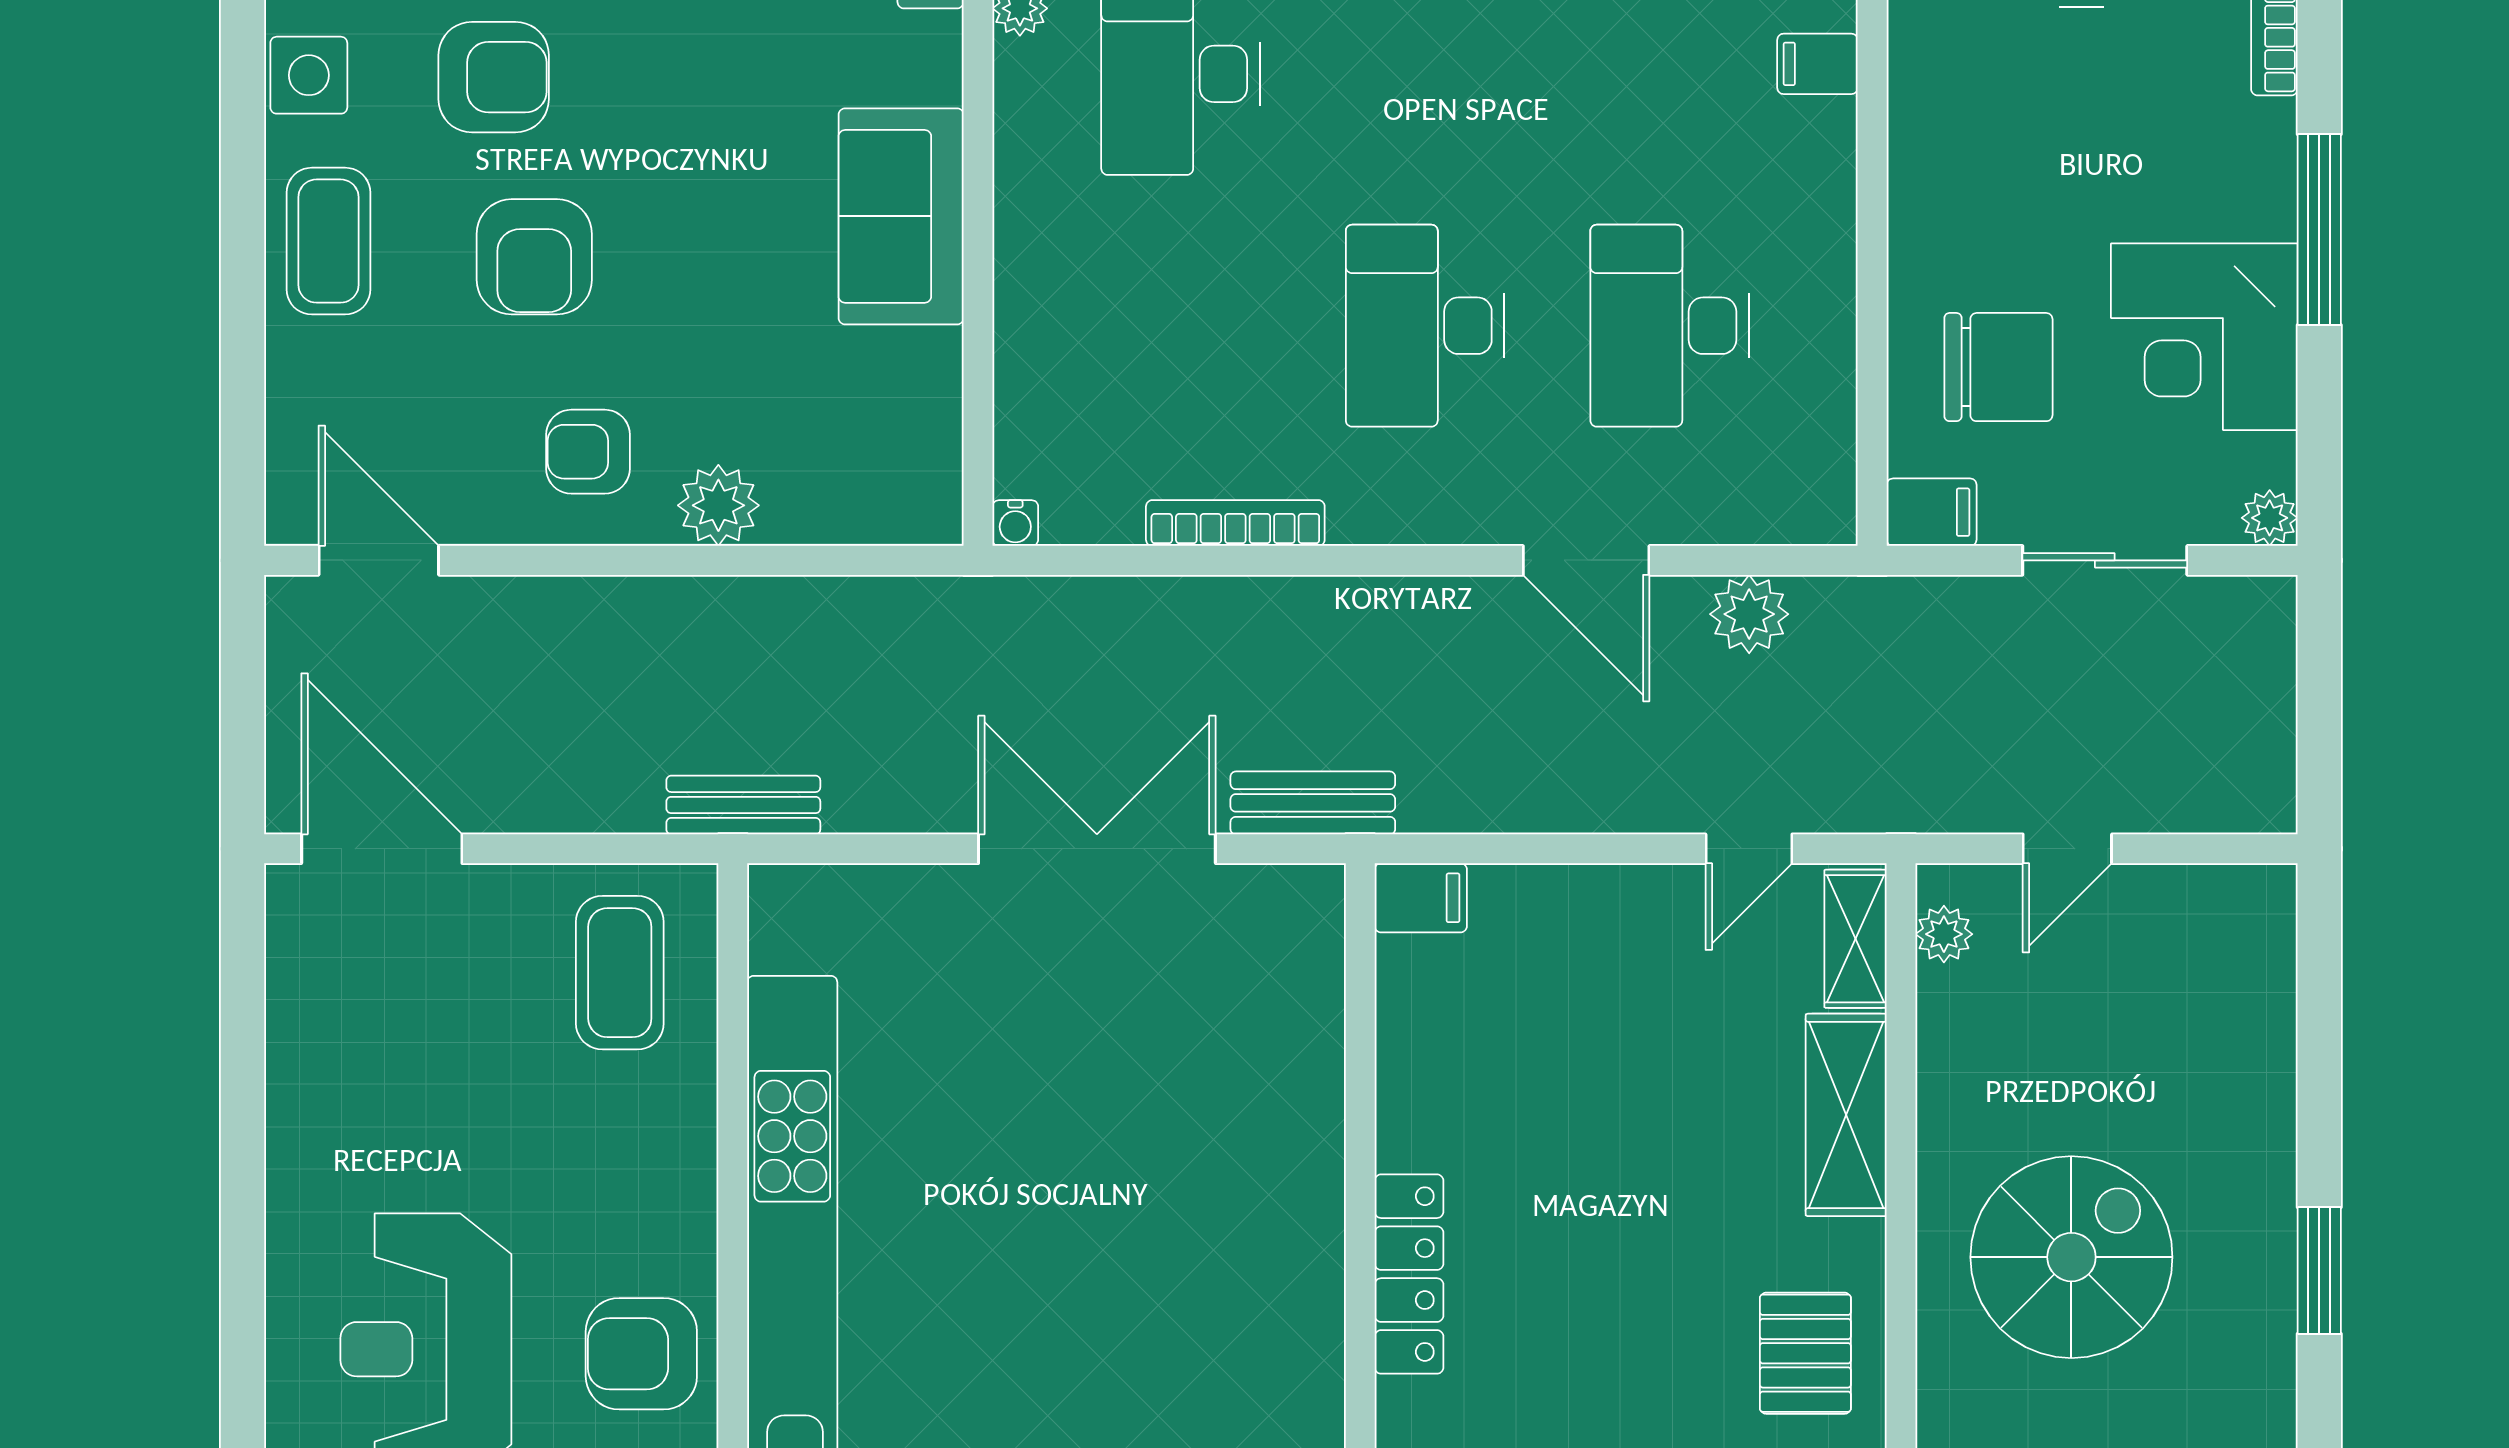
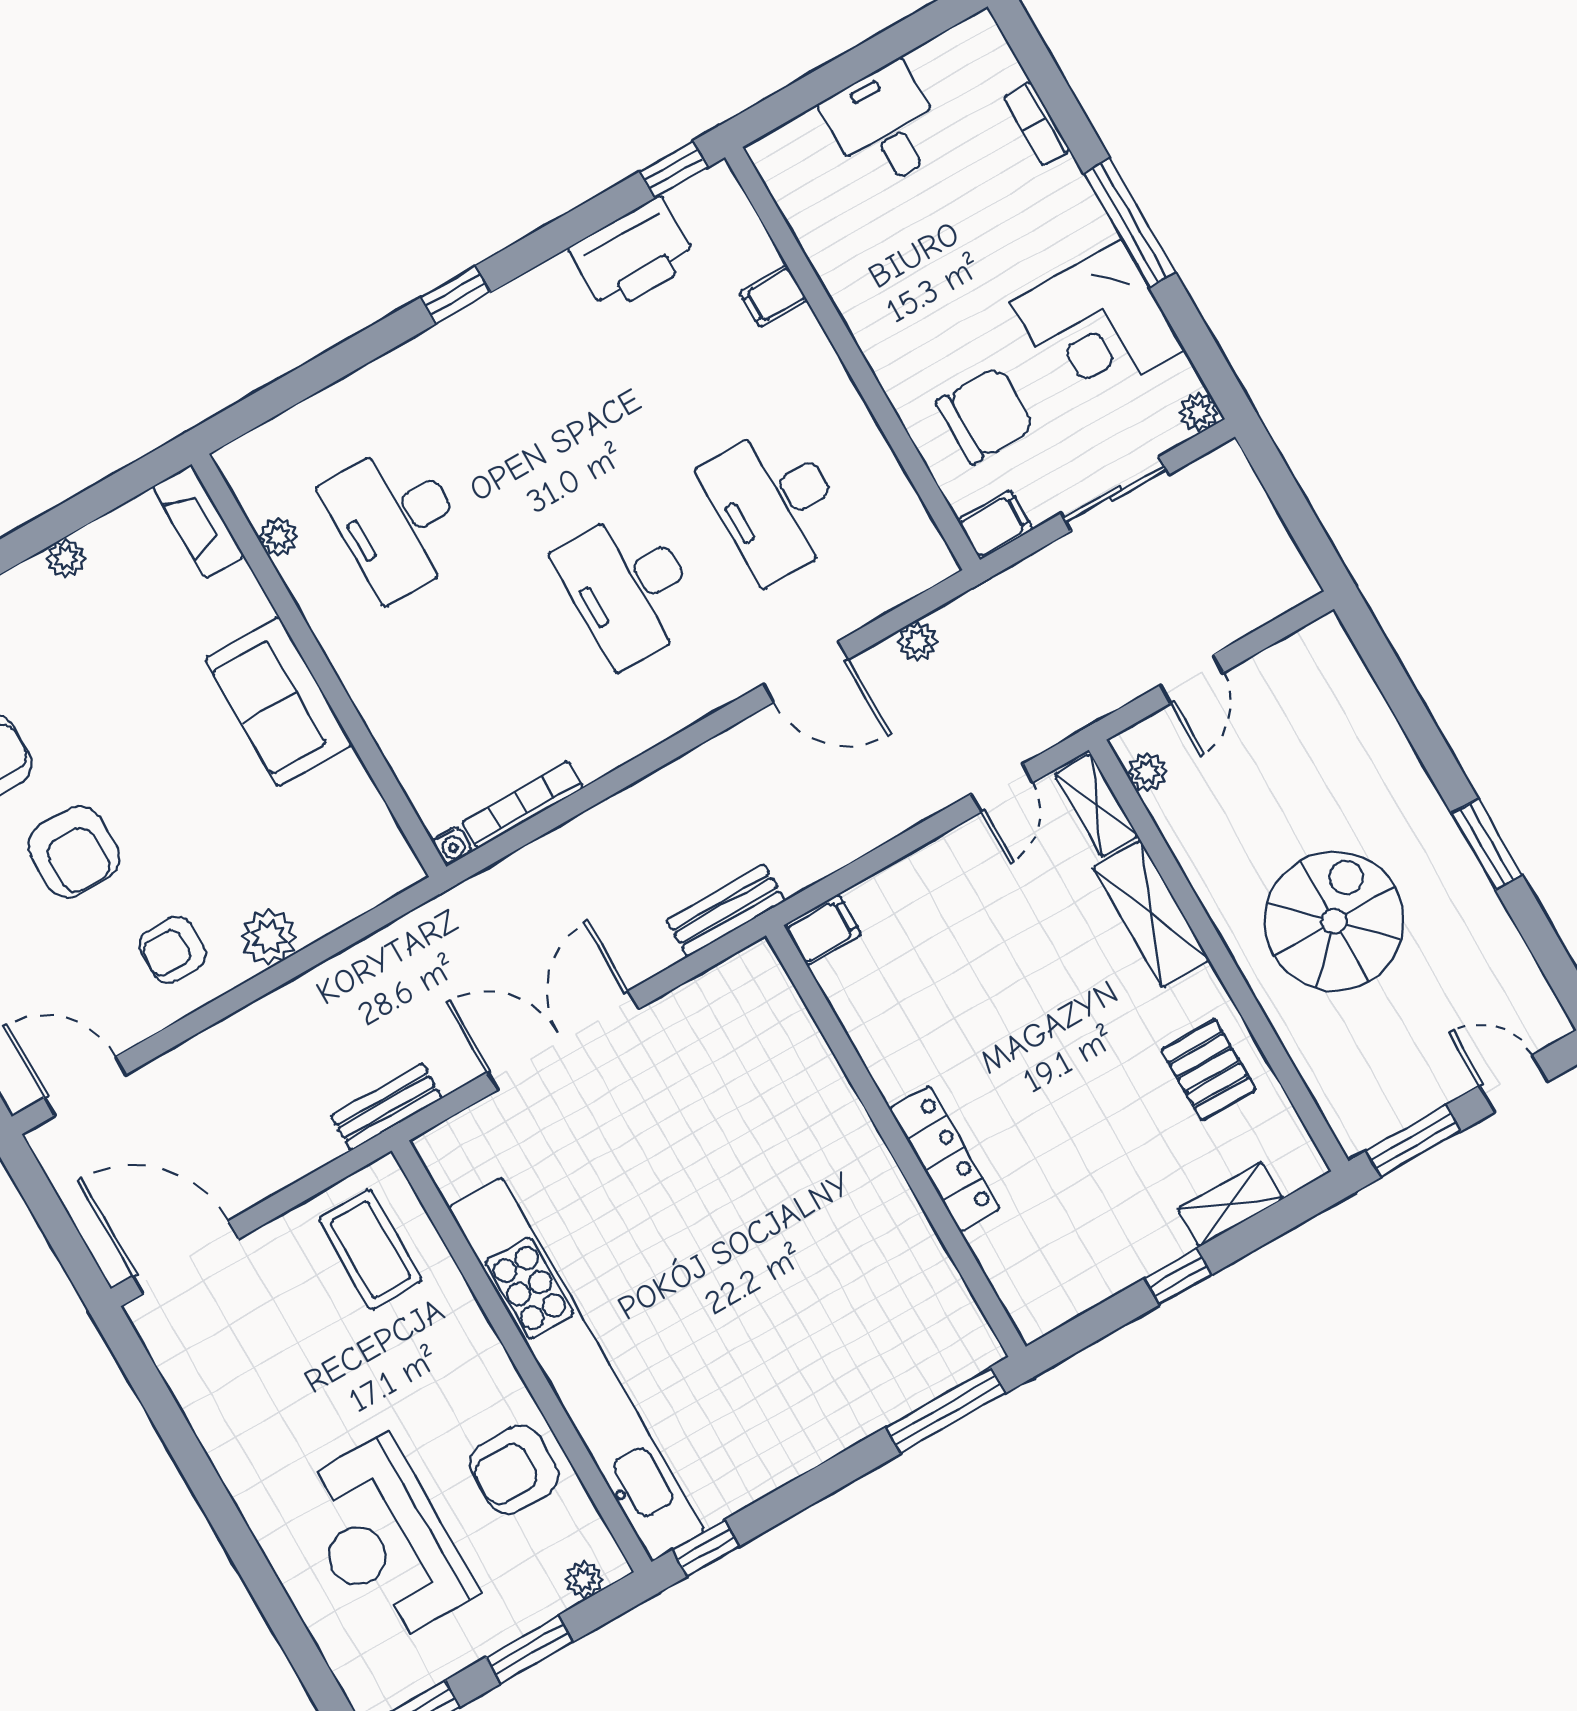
bookcase: (1235, 523) -> (523, 805), moved
plant: (1749, 614) -> (918, 642), width x0.73, depth x0.73
double door: (1097, 849) -> (563, 1041), moved

